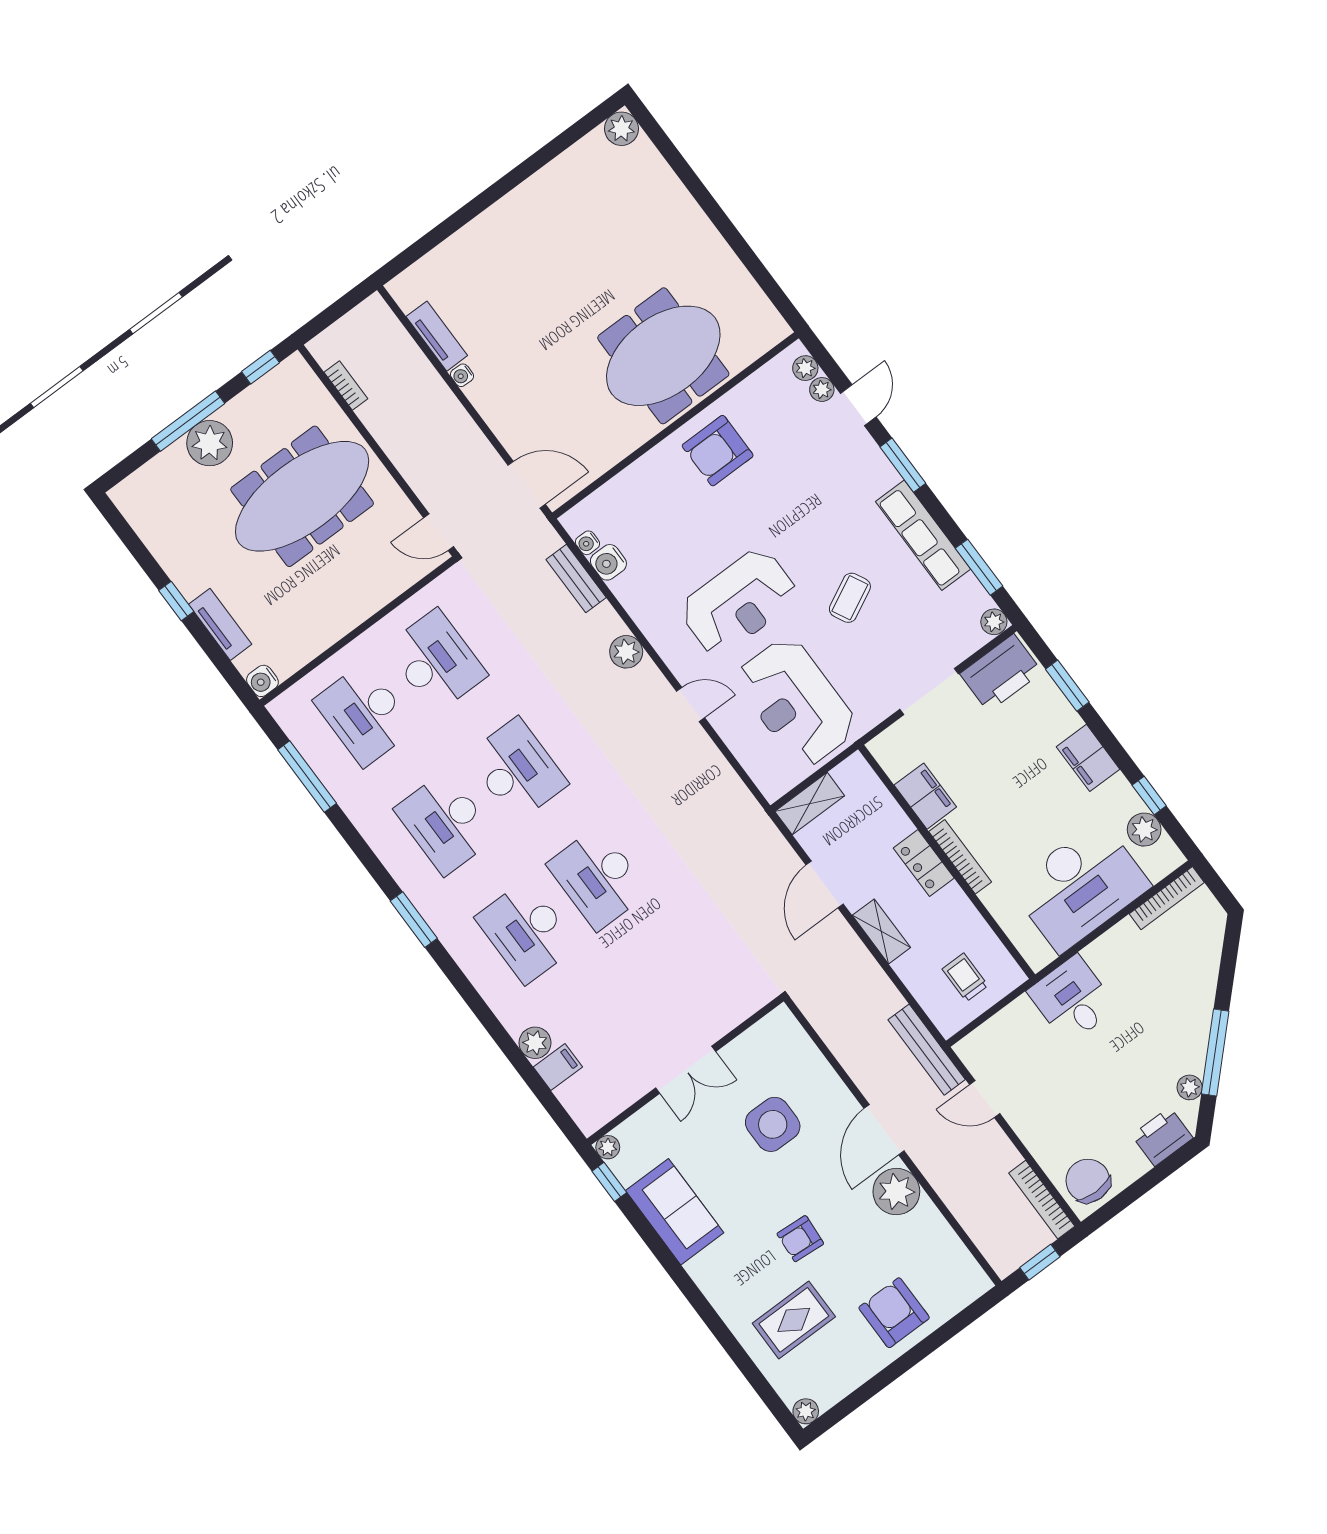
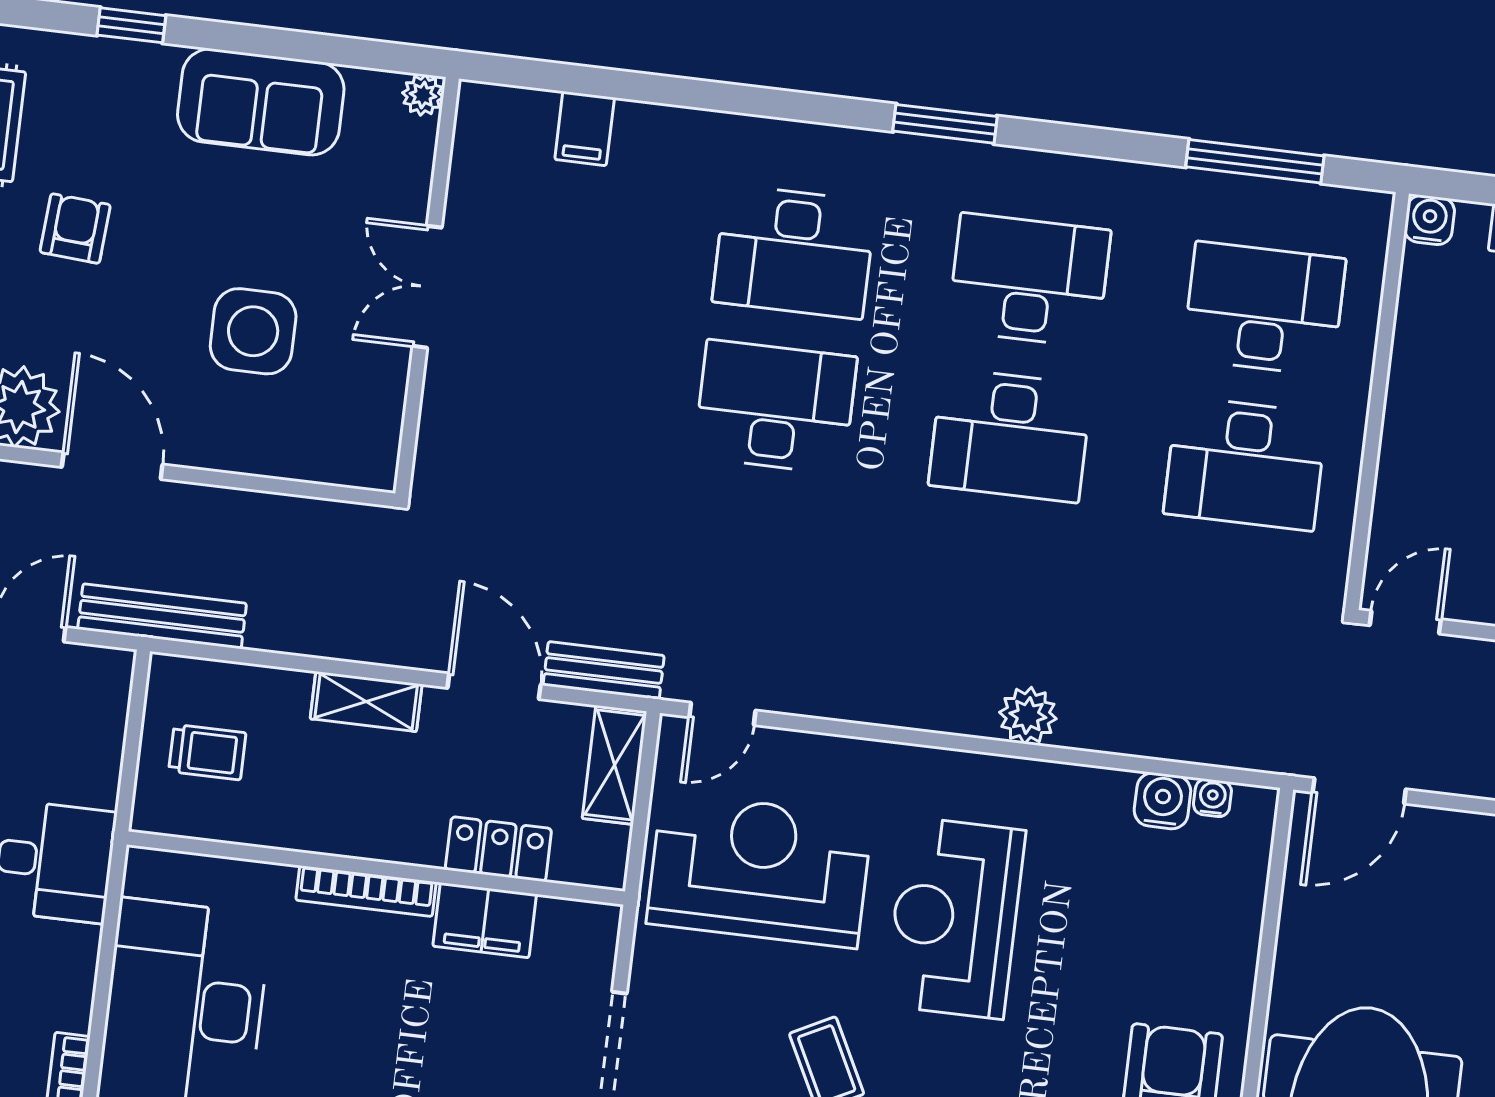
bench: (576, 578) -> (604, 671), moved
door: (691, 704) -> (722, 714), moved
locker: (924, 863) -> (498, 849), moved
desk: (526, 932) -> (794, 252), turned 180
plant: (535, 1043) -> (643, 129), removed
window: (609, 1182) -> (131, 25), moved

